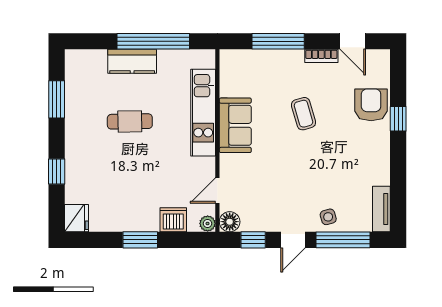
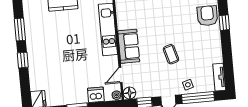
coffee table: (303, 114) -> (171, 54), moved
cafe table: (130, 121) -> (65, 39), removed
sofa: (235, 125) -> (129, 46), moved
window: (57, 172) -> (23, 60), moved

